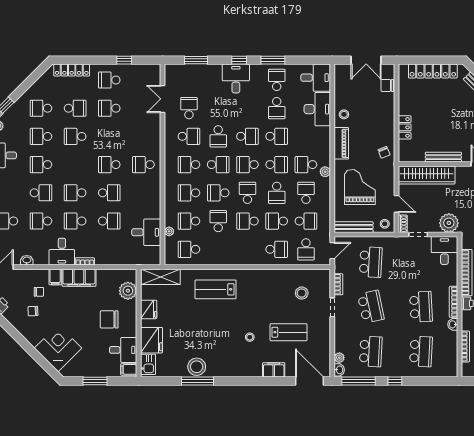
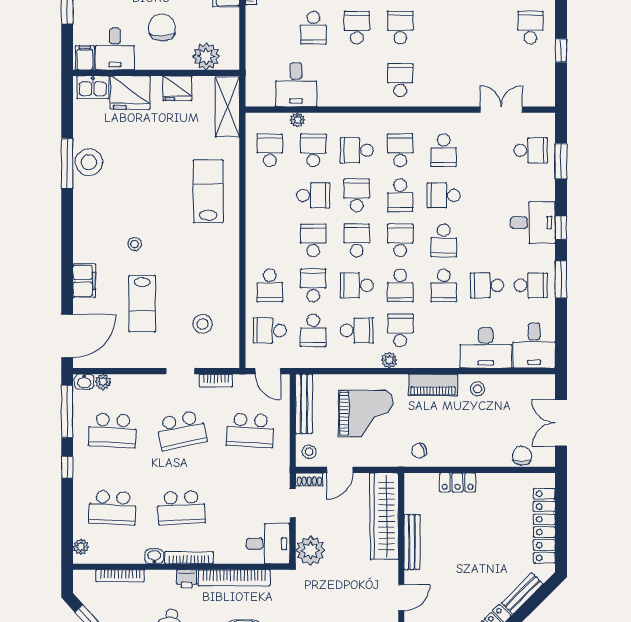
school desk: (109, 108) -> (487, 28), removed
school desk: (189, 108) -> (531, 150), moved
school desk: (109, 193) -> (357, 28), turned 180
school desk: (189, 193) -> (357, 150), turned -90
school desk: (247, 193) -> (357, 240), turned -90
plant: (446, 372) -> (81, 547), added

